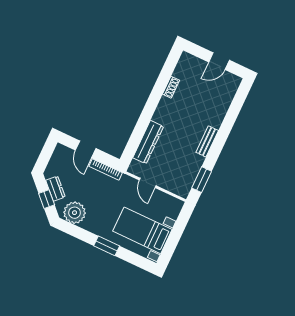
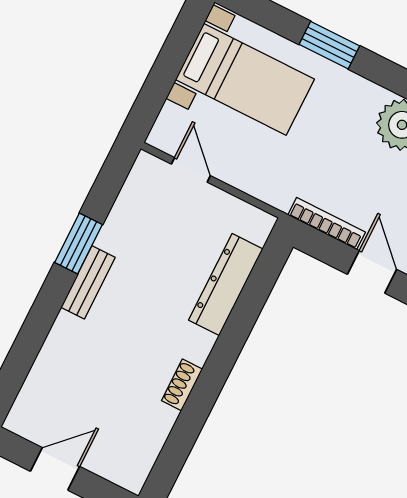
shoe rack: (171, 87) -> (182, 385), moved
window: (202, 180) -> (78, 244), moved
door: (148, 183) -> (191, 170), moved

